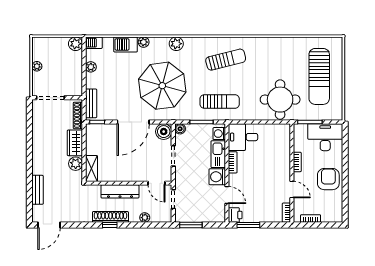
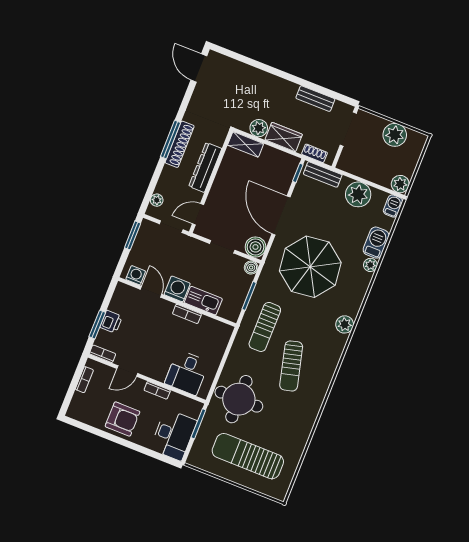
plant: (176, 44) -> (345, 324), moved
sun lounger: (226, 60) -> (291, 366), moved
plant: (37, 66) -> (395, 135), width x1.88, depth x1.88
plant: (91, 67) -> (358, 194), width x1.88, depth x1.88
shoe rack: (78, 115) -> (315, 153), width x0.70
washing machine: (219, 134) -> (136, 275), moved
desk: (243, 137) -> (187, 373), moved, turned 180
bench: (38, 190) -> (315, 99), moved
door: (227, 195) -> (151, 292), swing flipped
printer: (235, 215) -> (111, 322), moved, turned -90
plant: (145, 218) -> (157, 200), moved
window: (110, 225) -> (170, 140), width x2.17
window: (248, 225) -> (97, 325), moved

